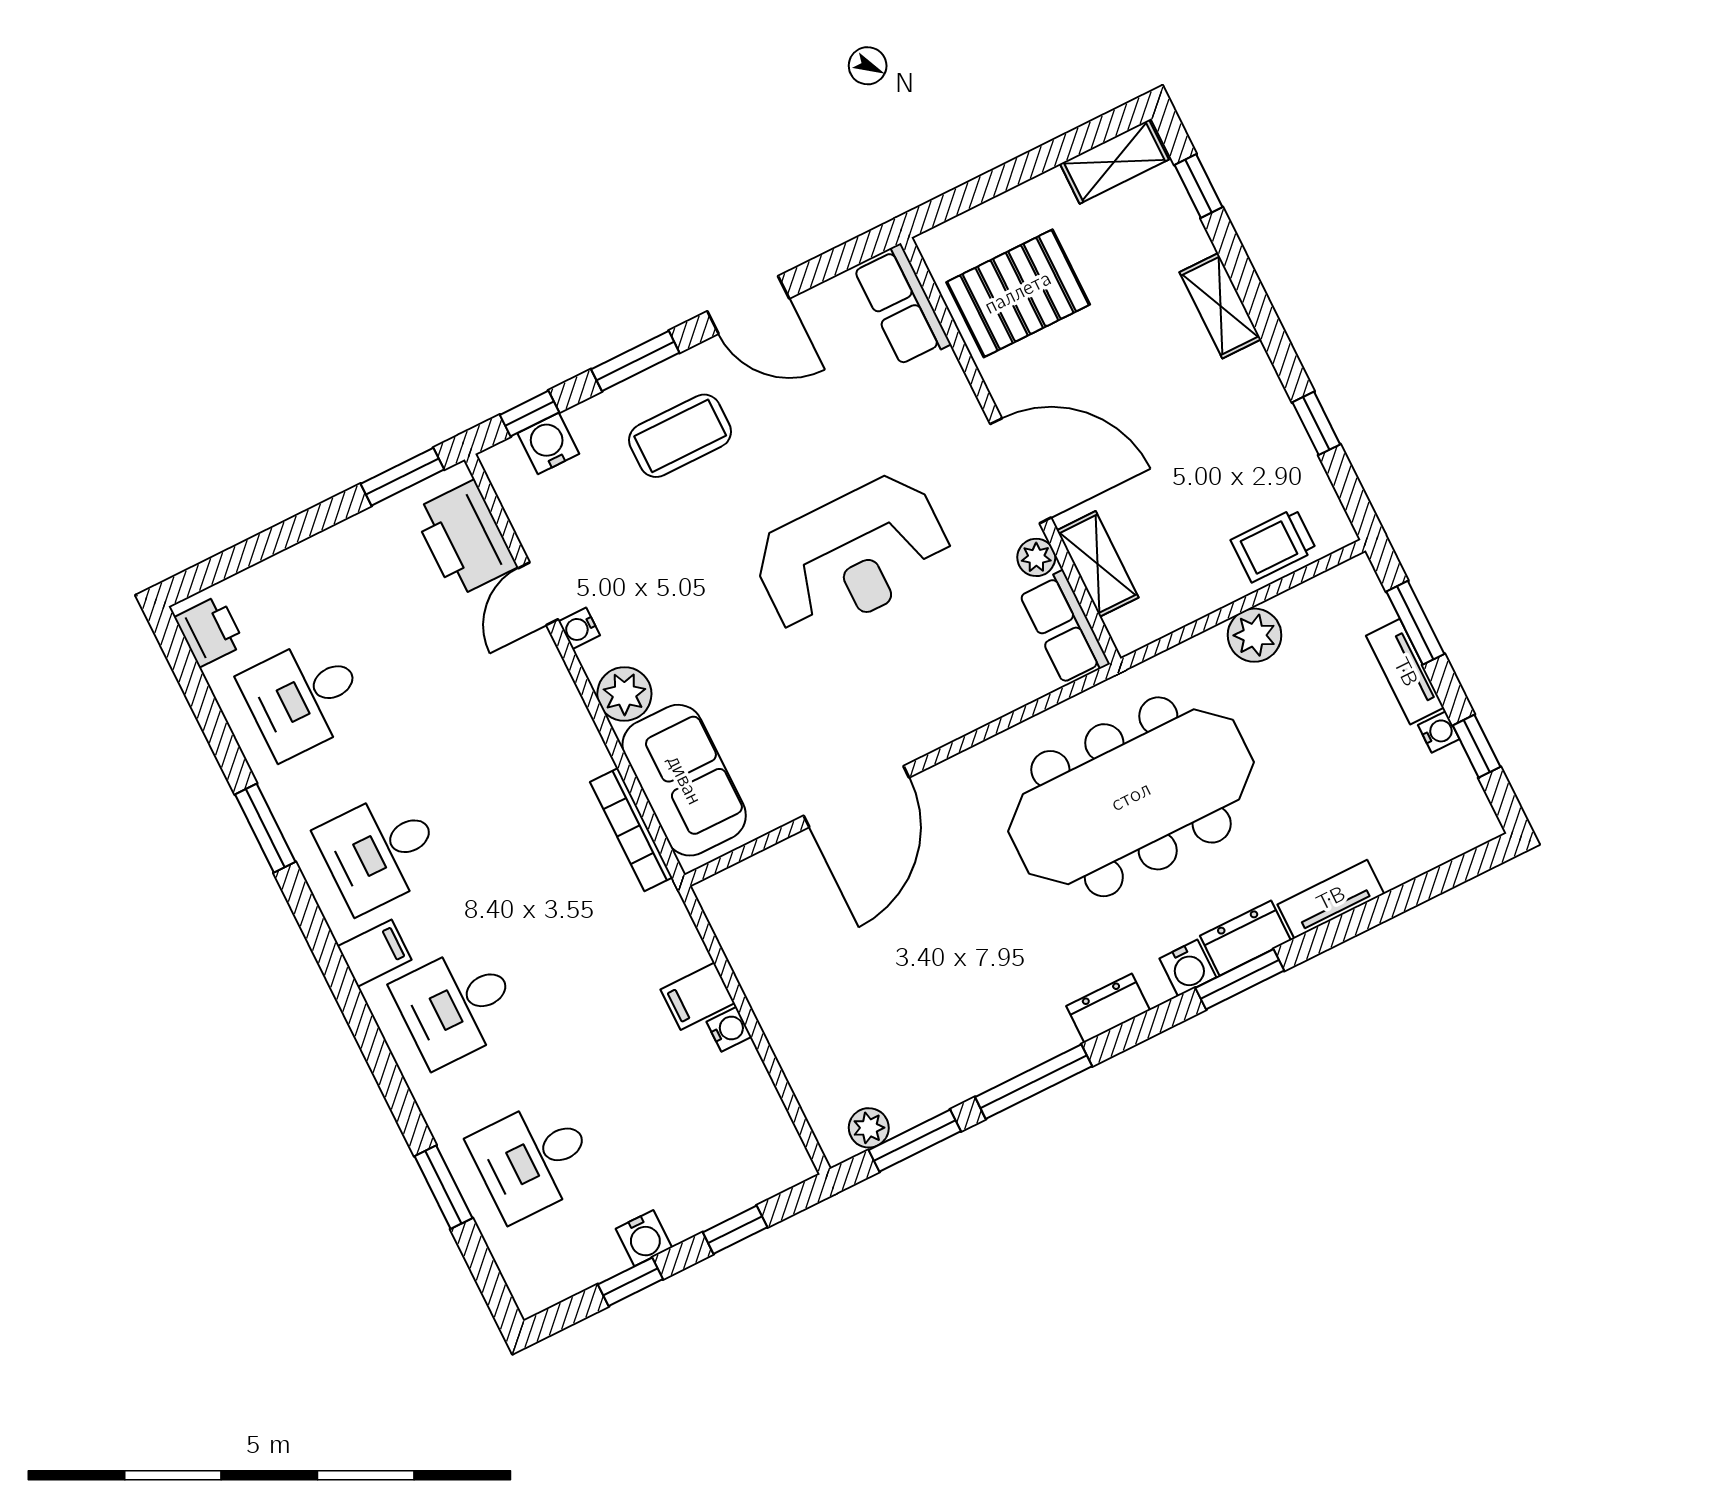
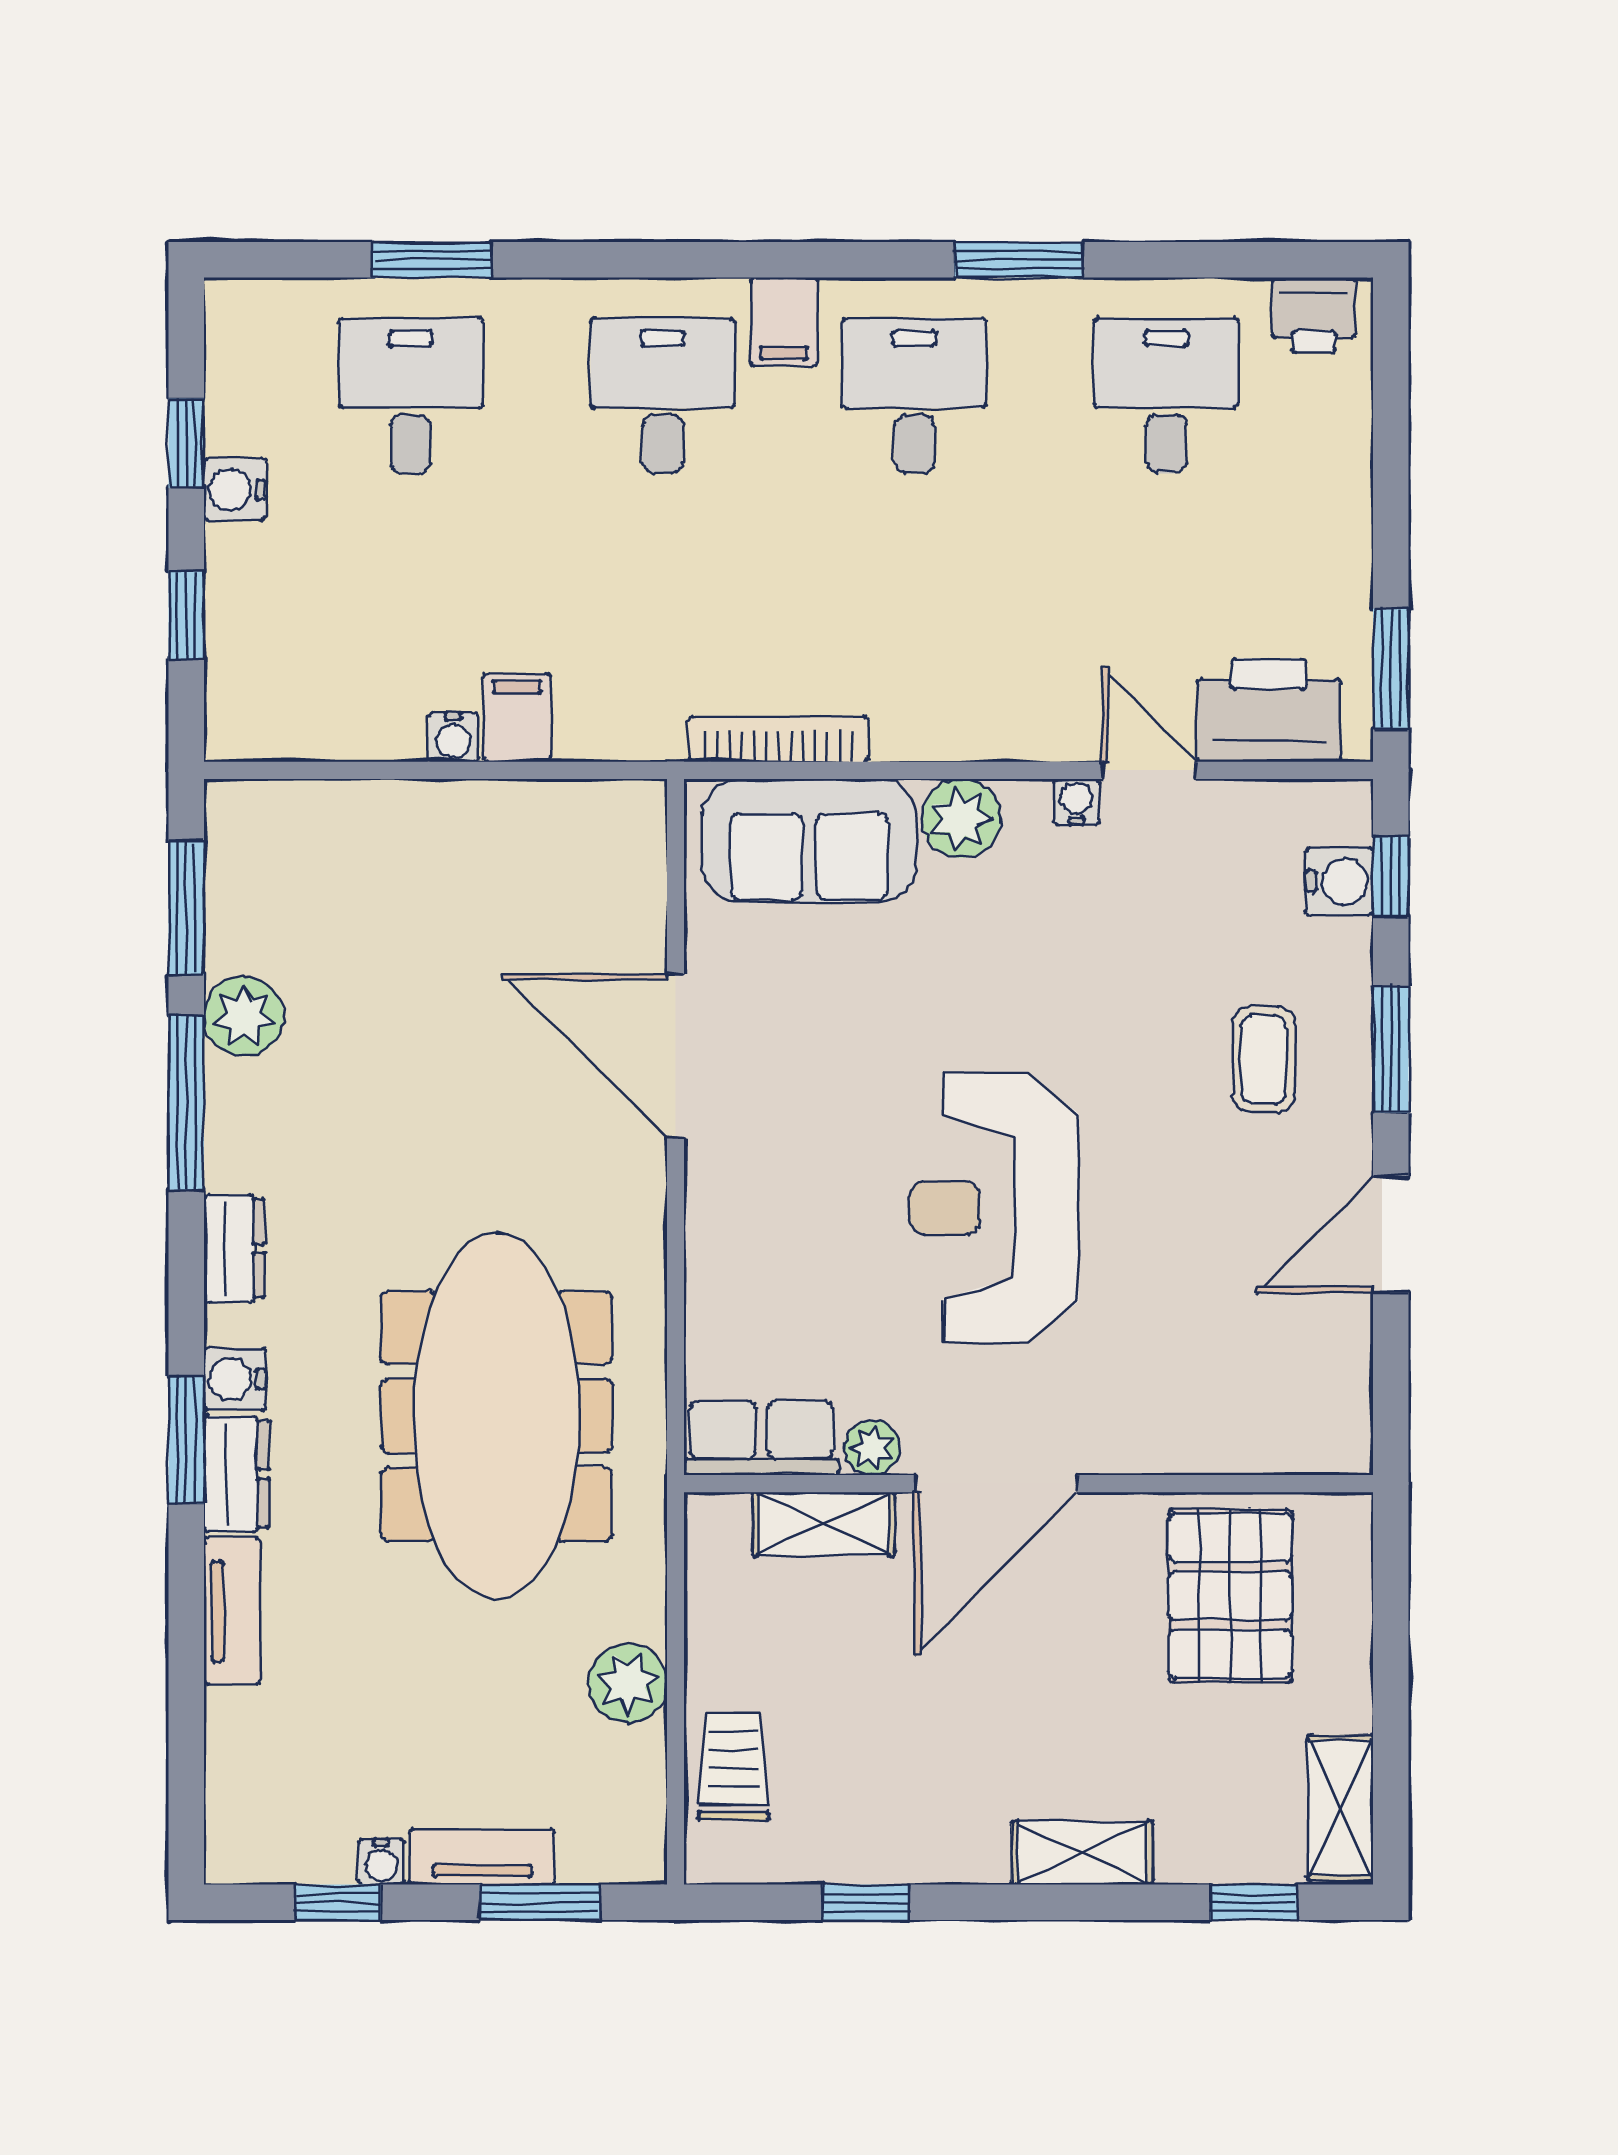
row of seats: (902, 306) -> (1290, 1435), removed
coffee table: (680, 436) -> (1264, 1059), width x0.73, depth x0.77
plant: (869, 1128) -> (244, 1016), moved, width x1.38, depth x1.38

